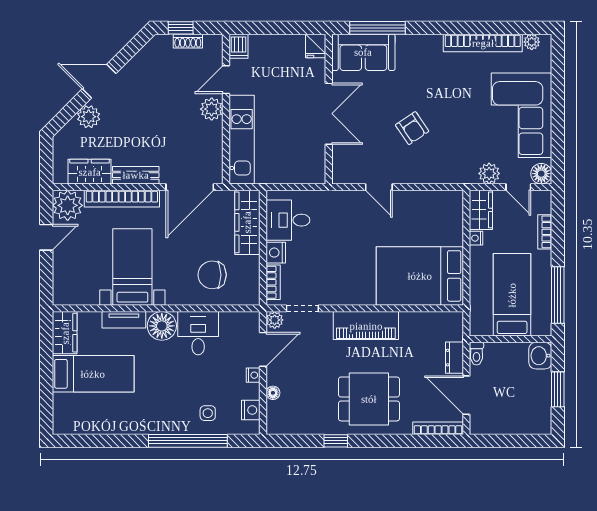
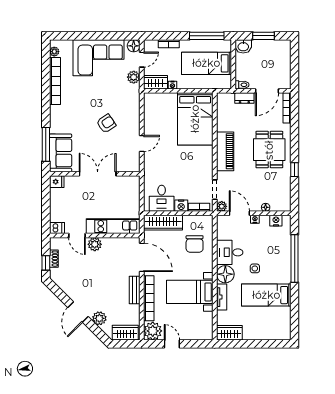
wardrobe: (90, 172) -> (125, 333), moved, turned 90
bed: (93, 374) -> (266, 295), moved, turned -90
side table: (208, 413) -> (255, 268), moved

